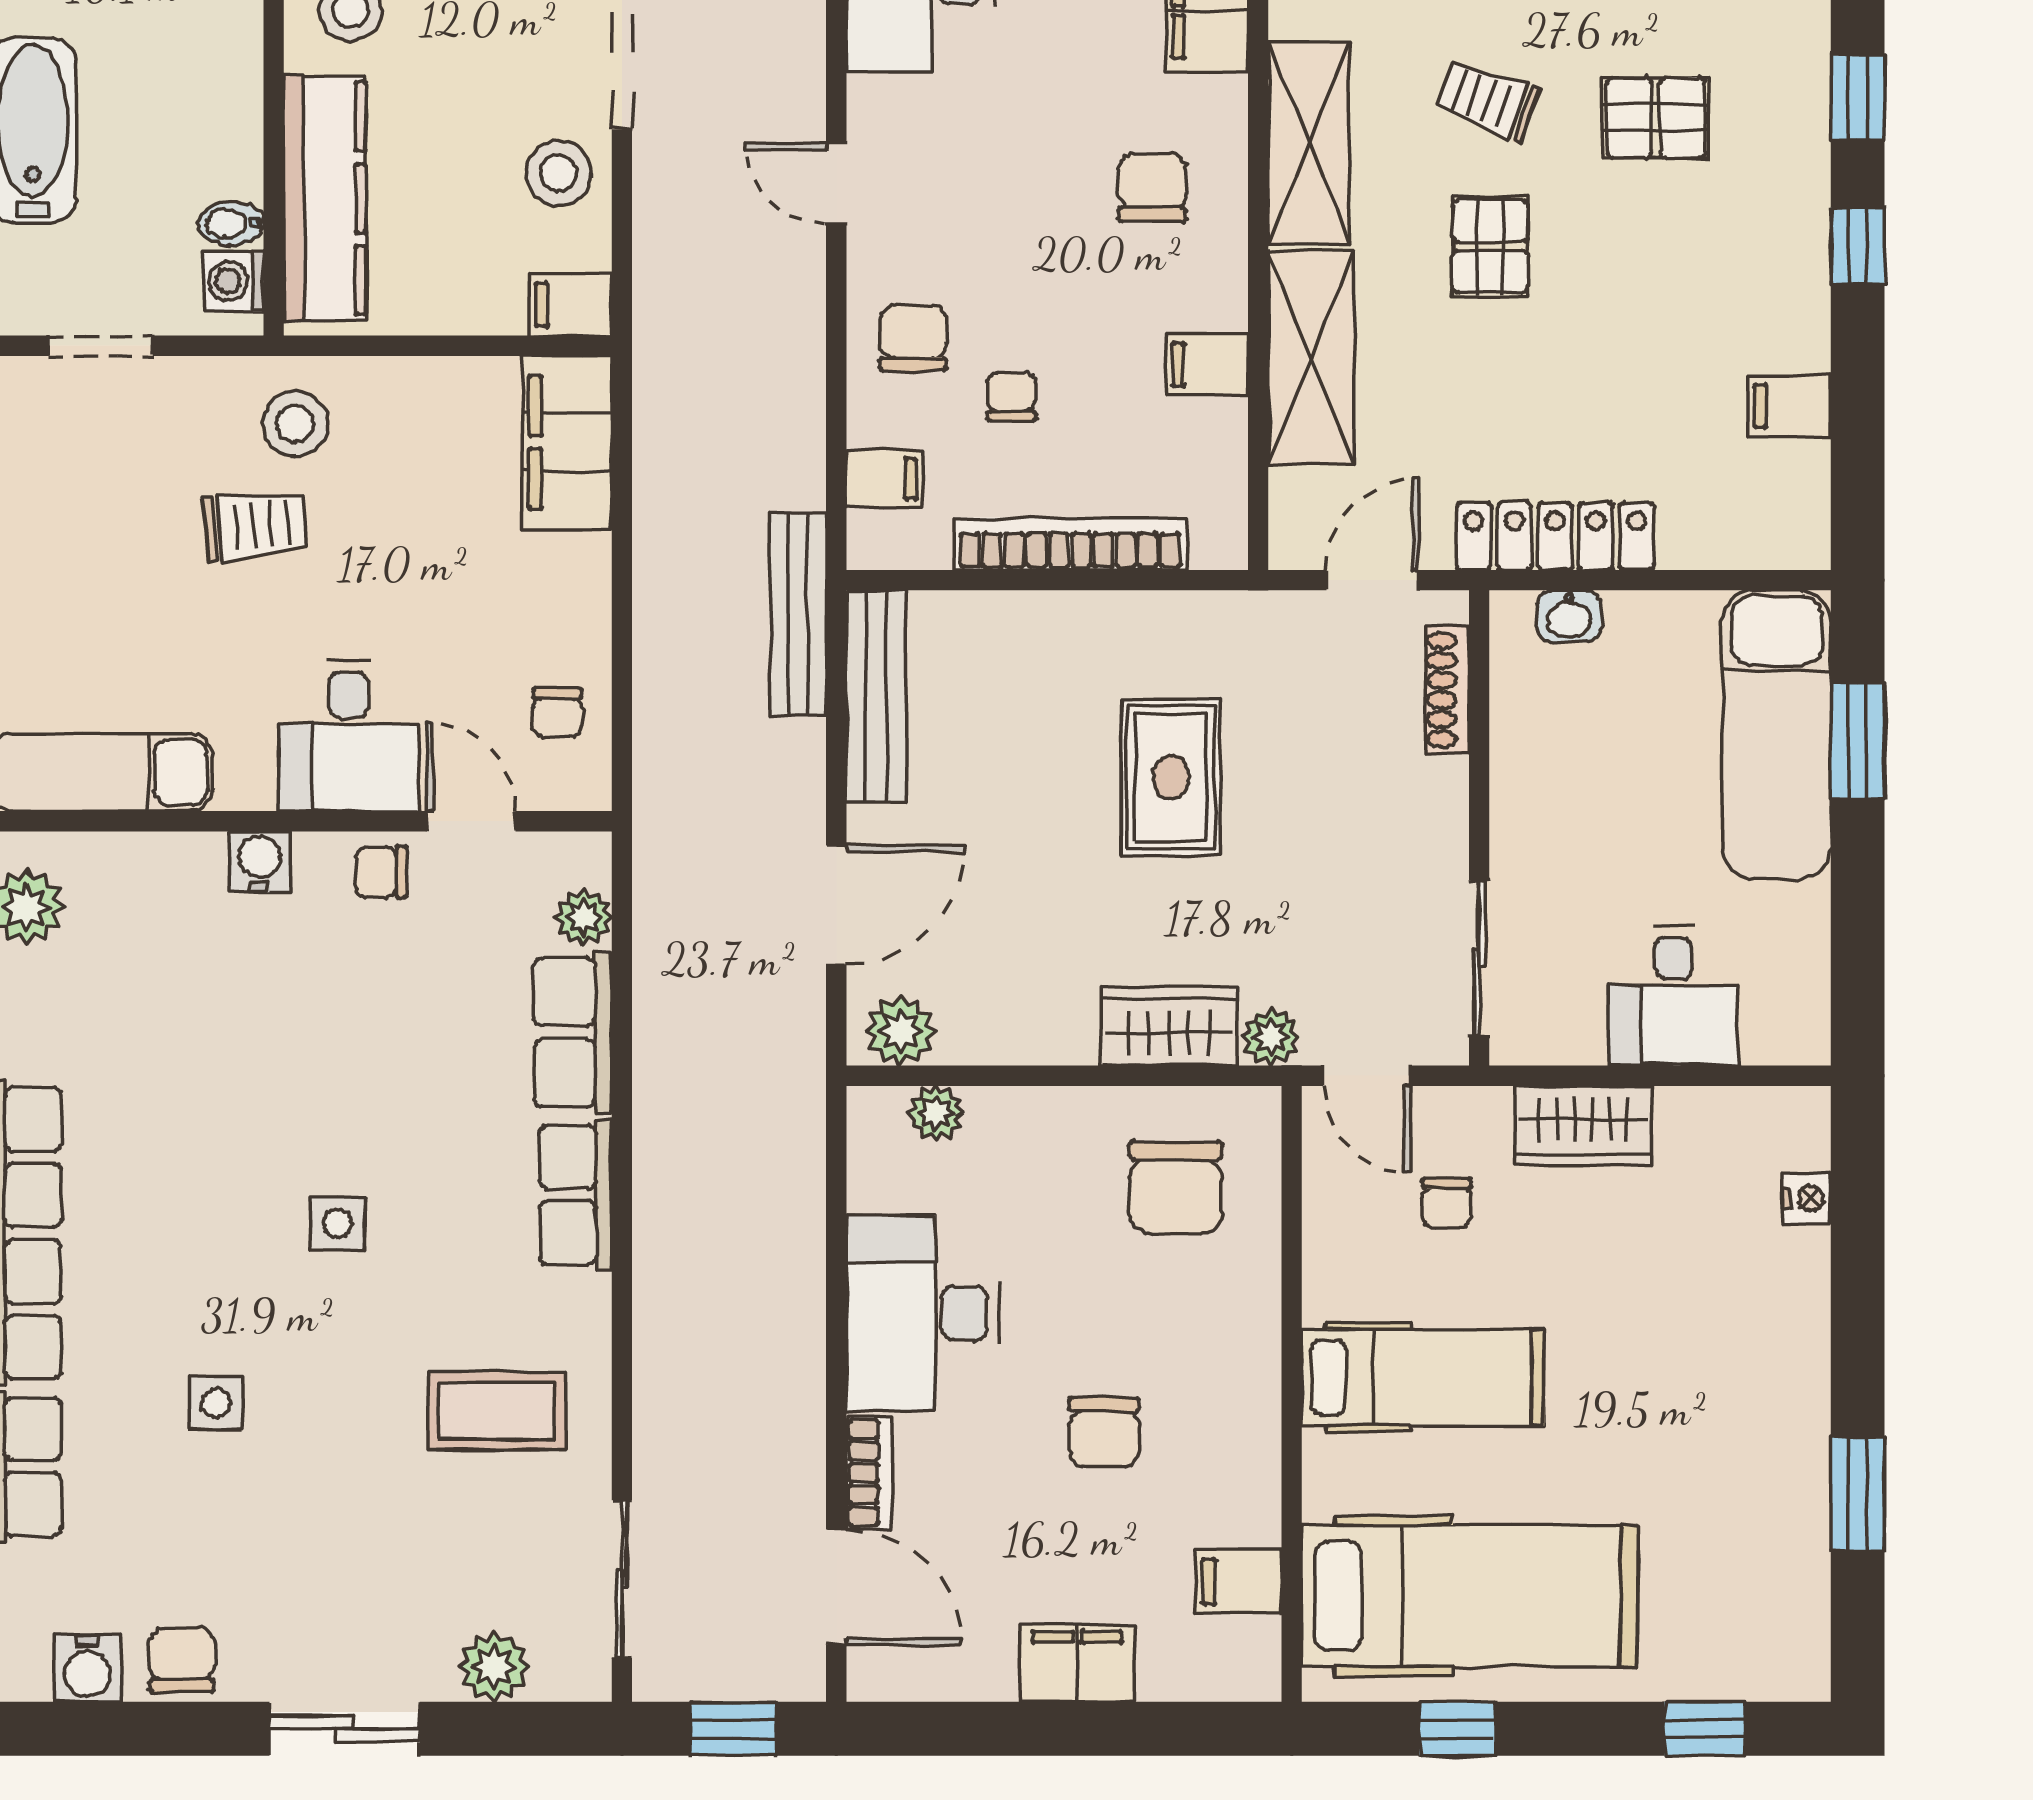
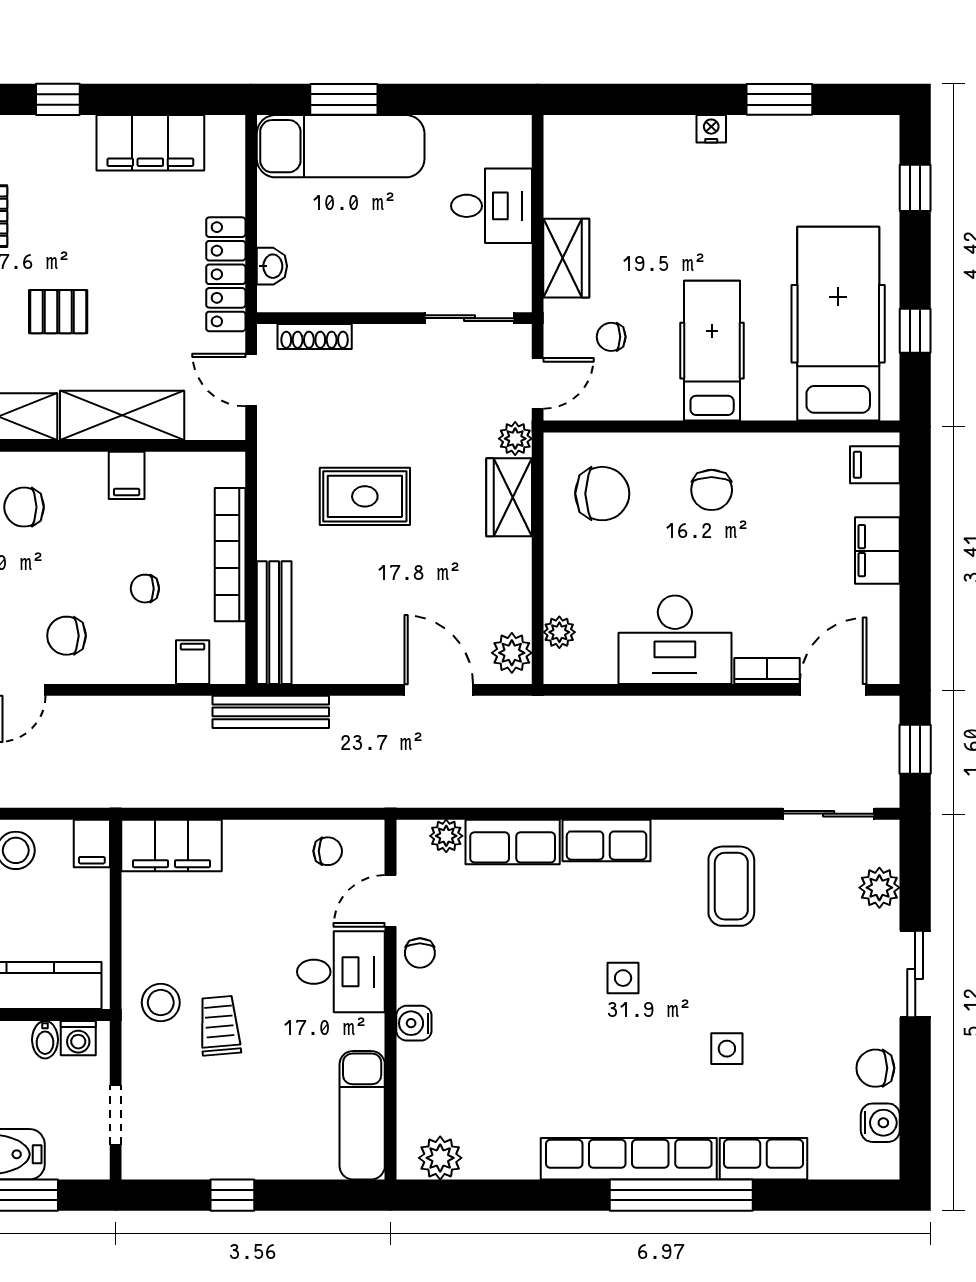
chair: (913, 338) -> (66, 636), moved
filing cabinet: (1789, 406) -> (150, 143), width x3.00, depth x1.17
bench: (876, 696) -> (274, 623), moved, turned 90
nightstand: (1807, 1198) -> (711, 129), moved
chair: (1447, 1203) -> (611, 337), turned 180
chair: (1104, 1432) -> (712, 490), moved, turned 90
filing cabinet: (1239, 1582) -> (875, 465), moved, turned 90

